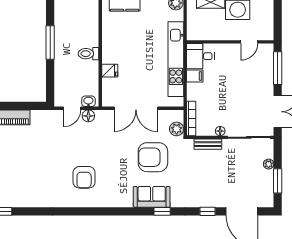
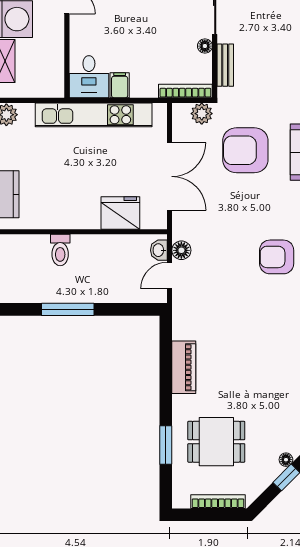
toilet: (89, 54) -> (60, 250), moved
fridge: (110, 71) -> (120, 213), width x1.88, depth x1.34
door: (72, 108) -> (170, 276), swing flipped
armchair: (153, 157) -> (245, 150), turned 90
armchair: (84, 177) -> (277, 257), turned 180

